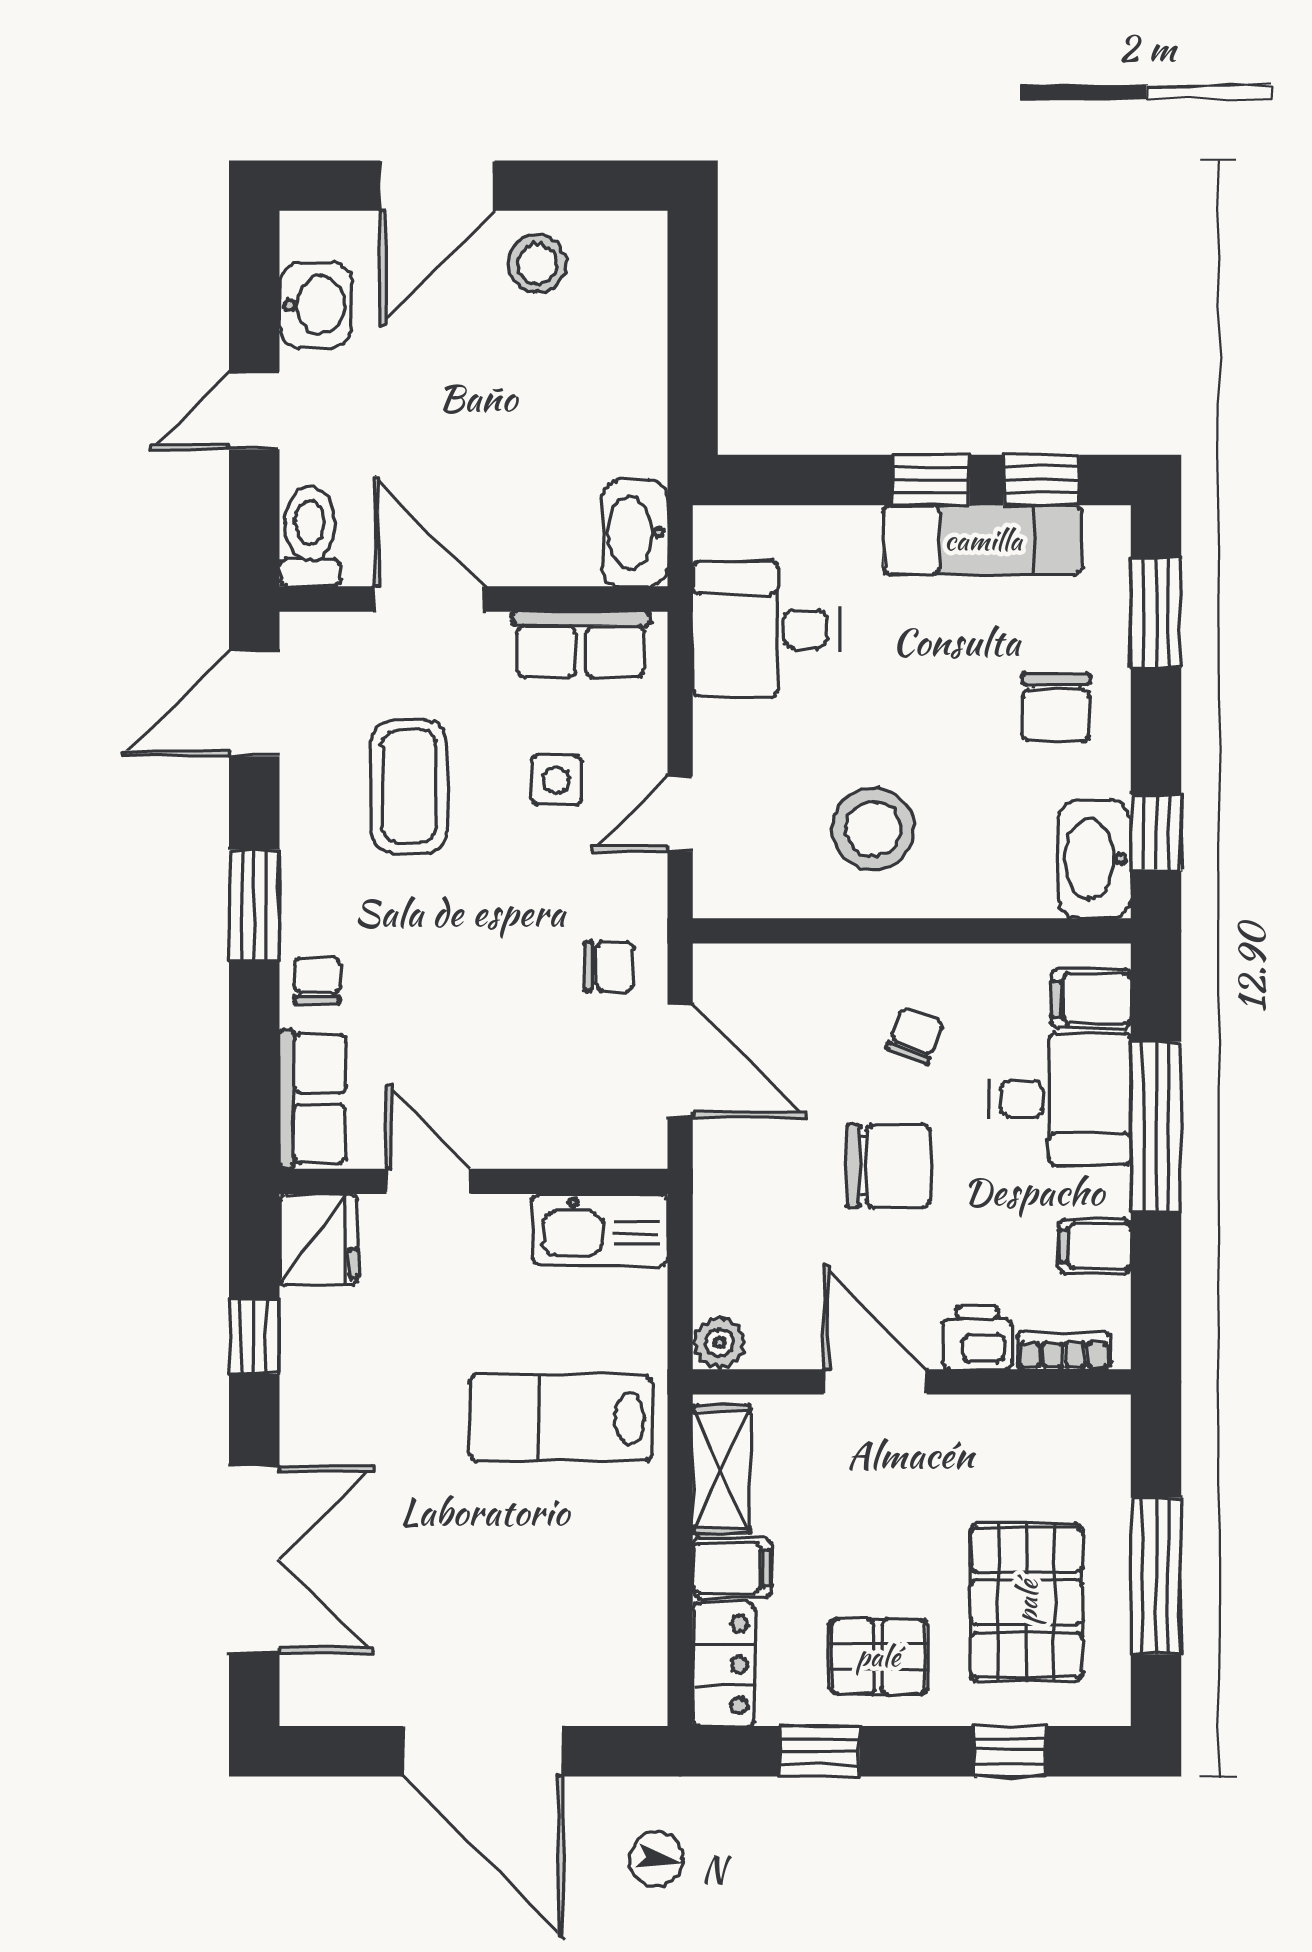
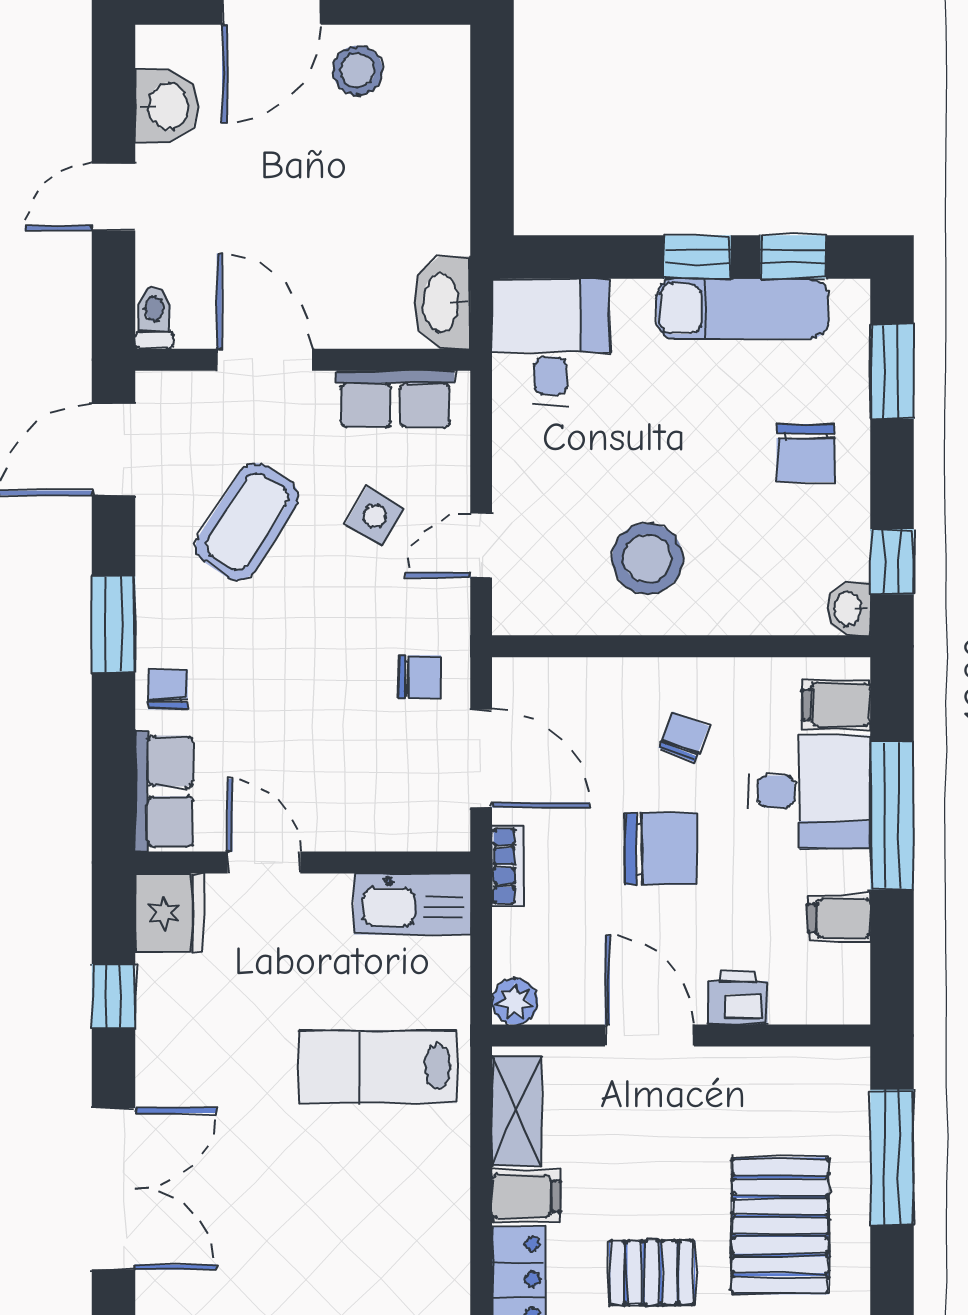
toilet: (310, 536) -> (154, 318), width x0.73, depth x0.72
desk: (766, 629) -> (550, 342), moved, turned 90
side table: (557, 780) -> (374, 516), turned 30
coffee table: (409, 787) -> (247, 522), turned 33
washbasin: (1095, 859) -> (849, 609), width x0.52, depth x0.69
bookcase: (1064, 1351) -> (508, 866), moved, turned 90
window: (1156, 1576) -> (892, 1157), moved

